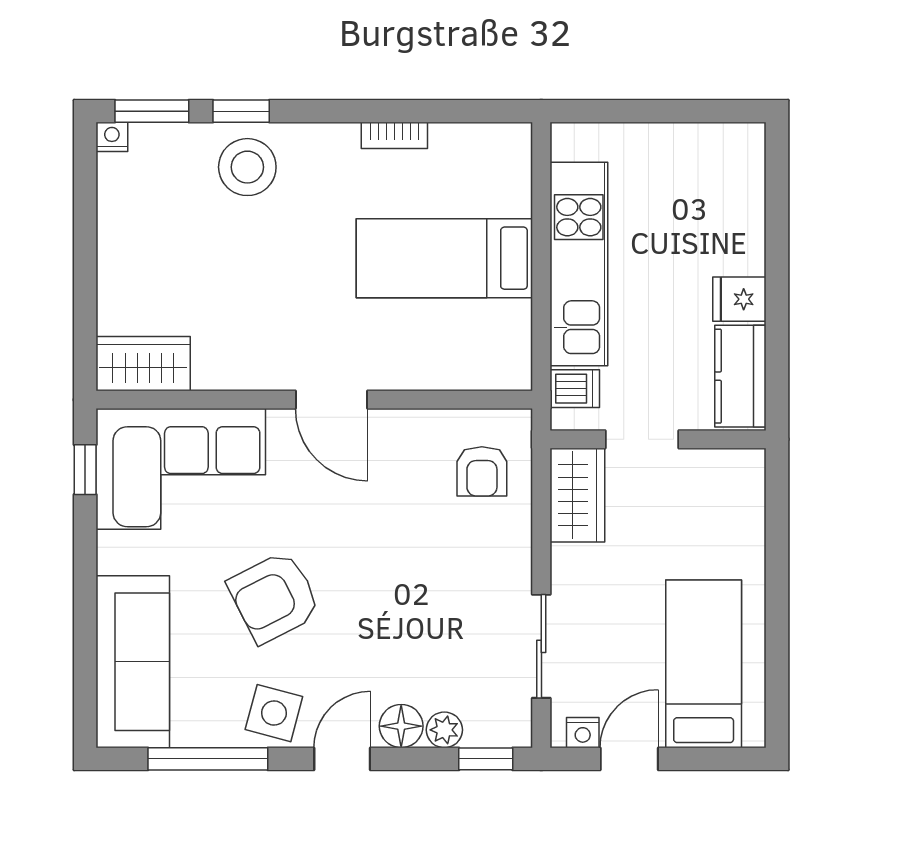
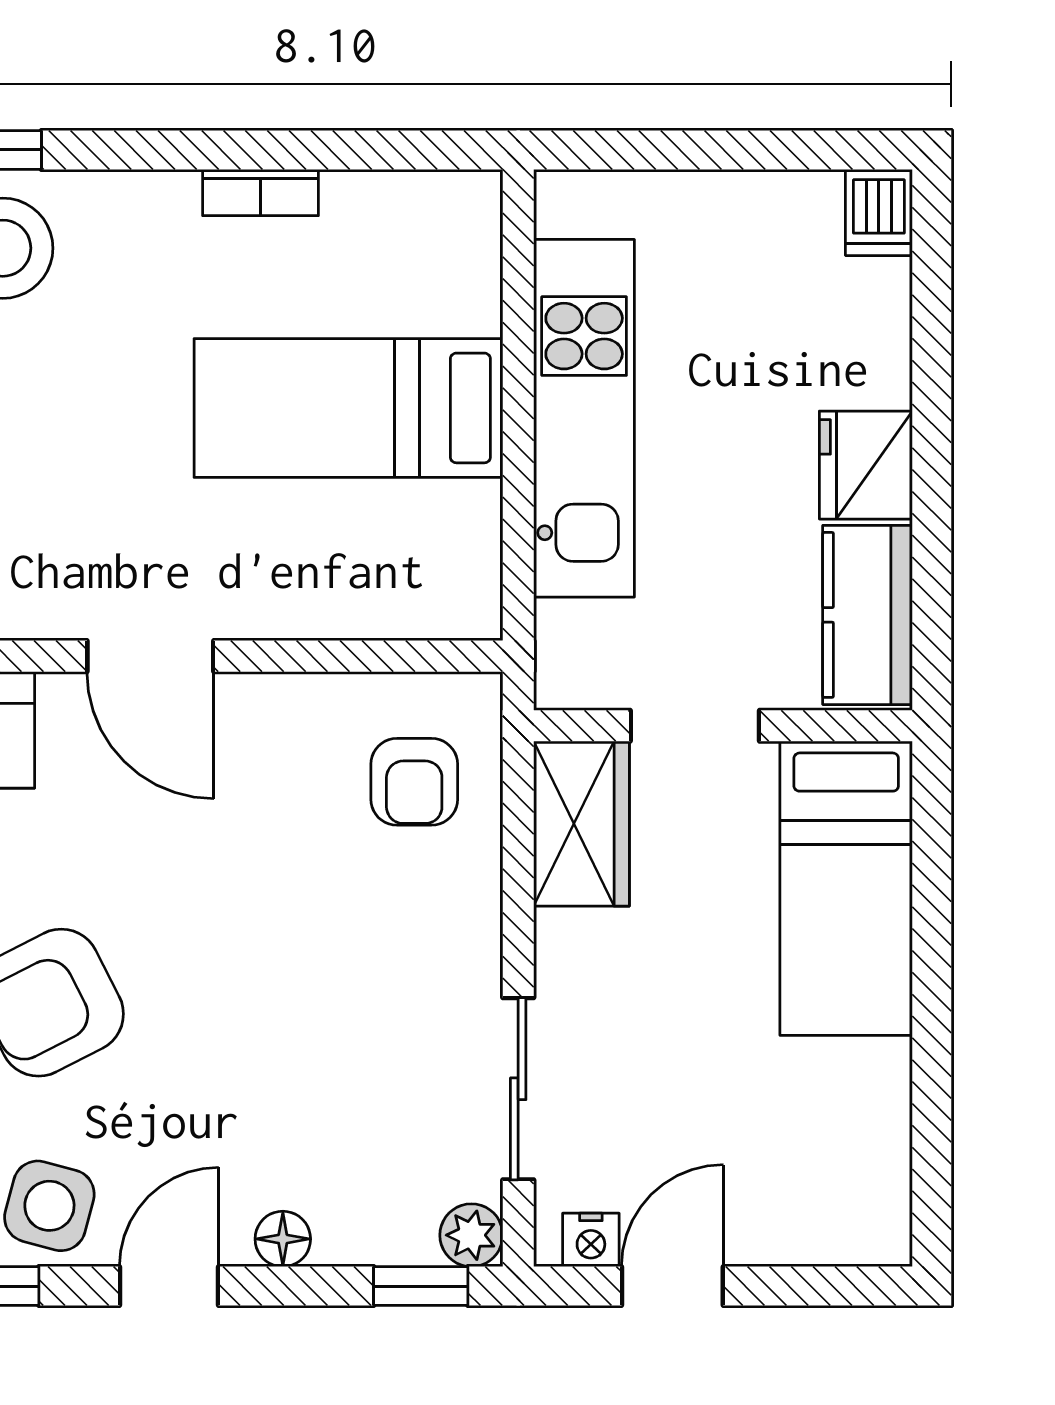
fridge: (739, 299) -> (866, 465), width x1.38
dishwasher: (575, 389) -> (879, 212), moved, turned 90
bed: (704, 664) -> (846, 888), moved, turned 180
floor lamp: (401, 726) -> (283, 1239), width x0.73, depth x0.73
plant: (444, 730) -> (471, 1235), moved

